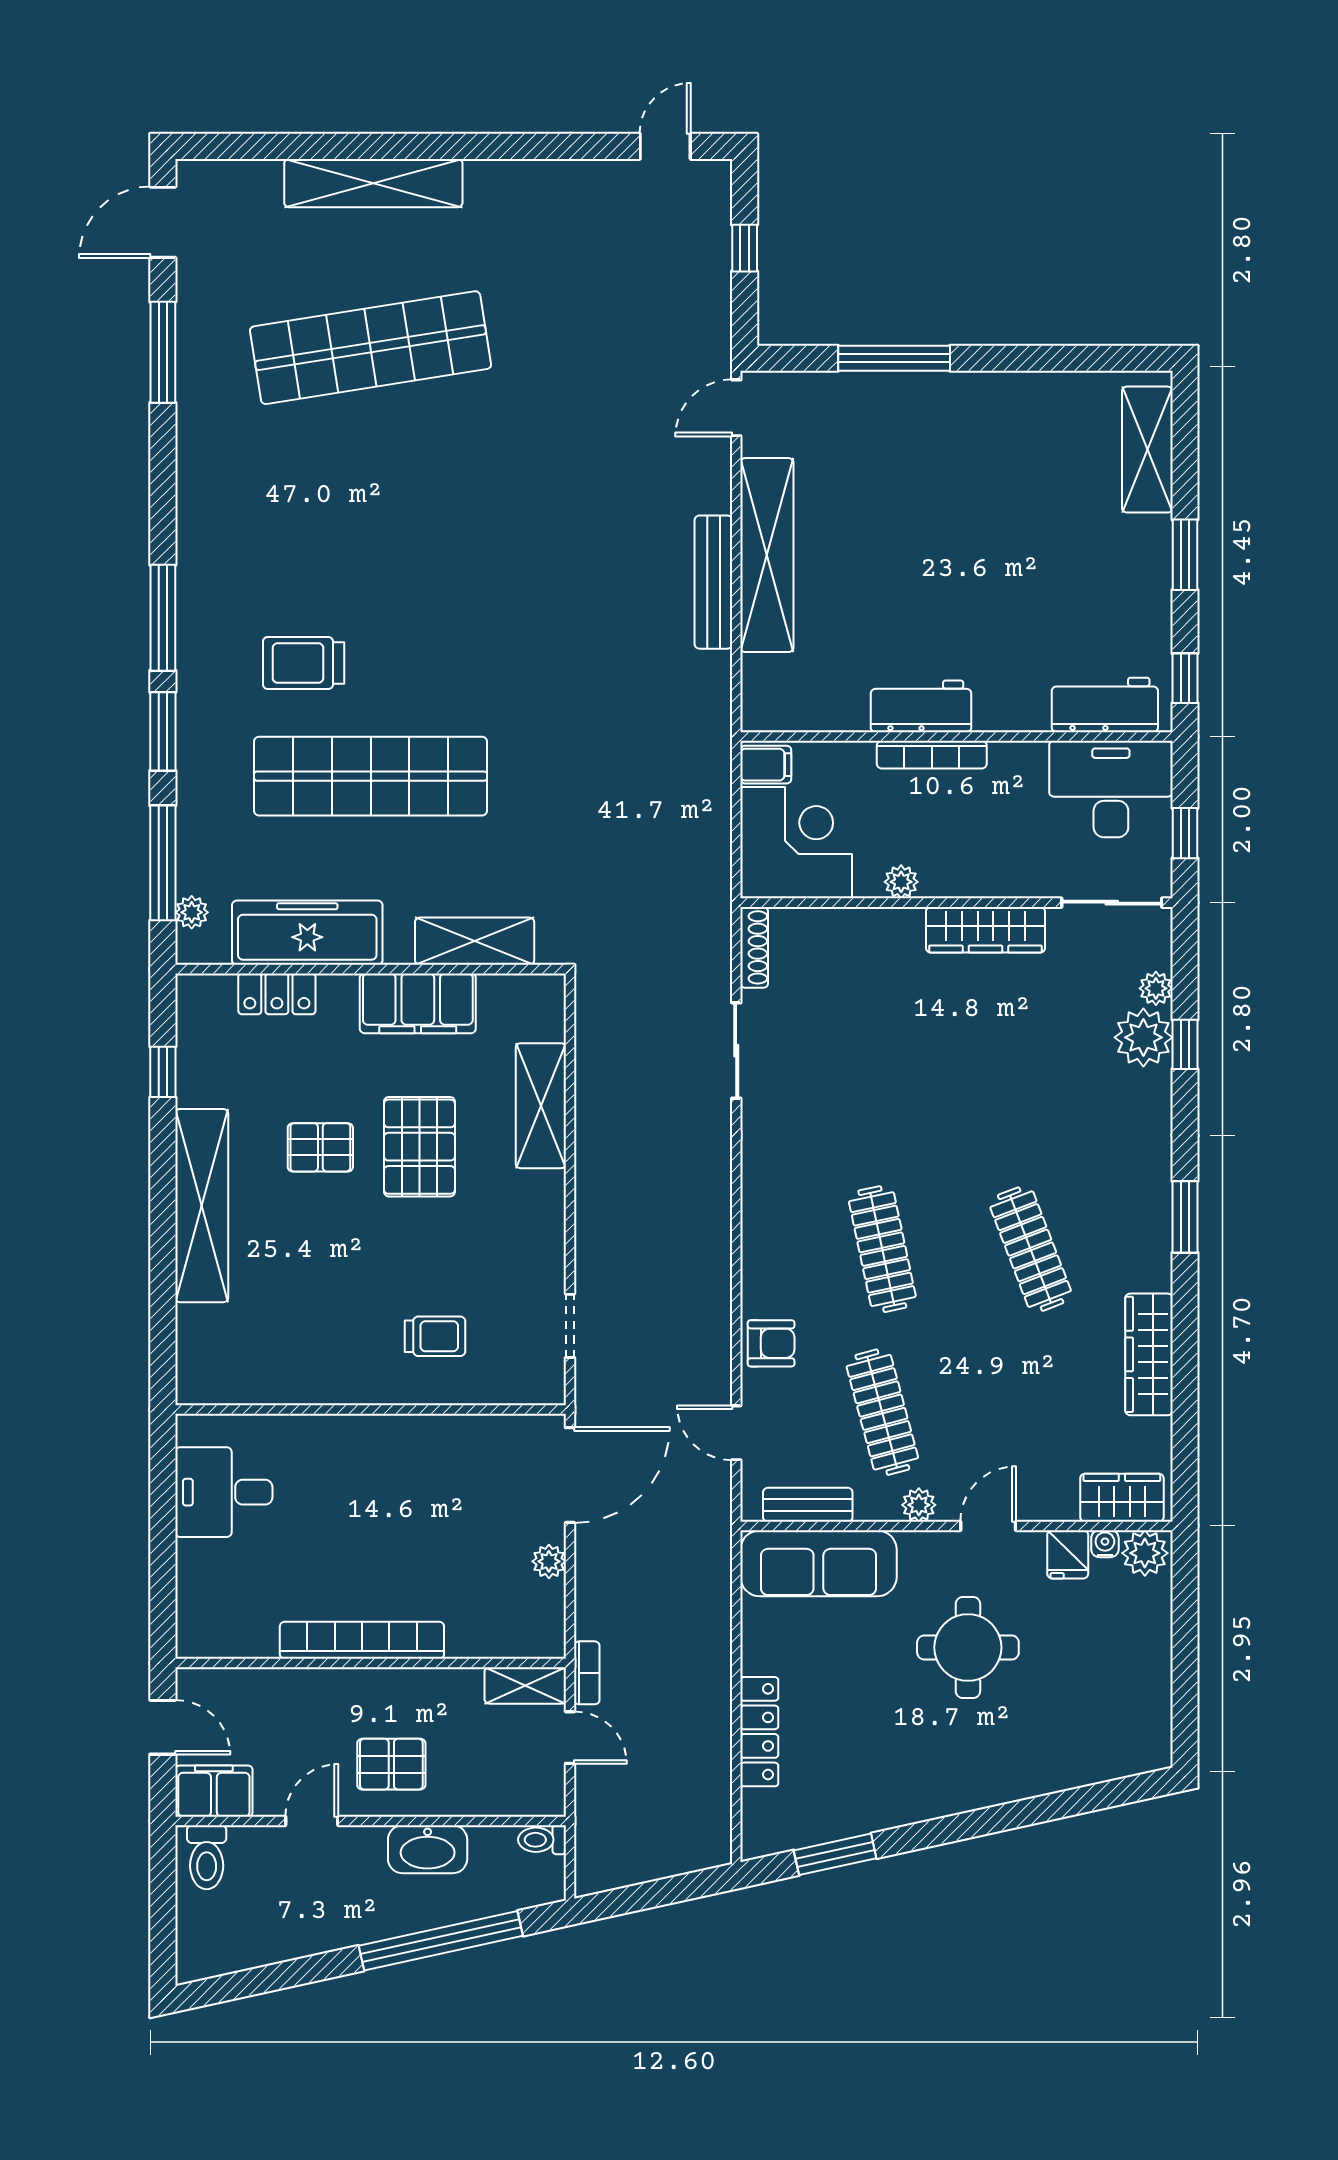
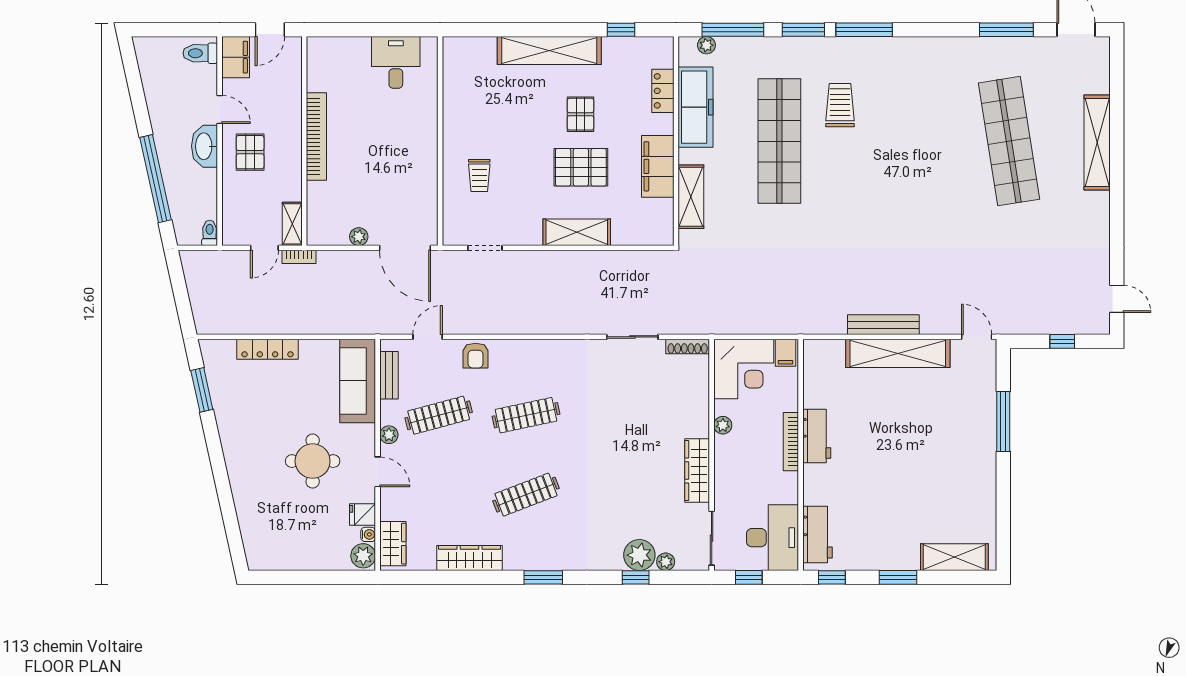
shelving: (541, 1106) -> (577, 232), moved
washbasin: (428, 1849) -> (205, 146), moved

